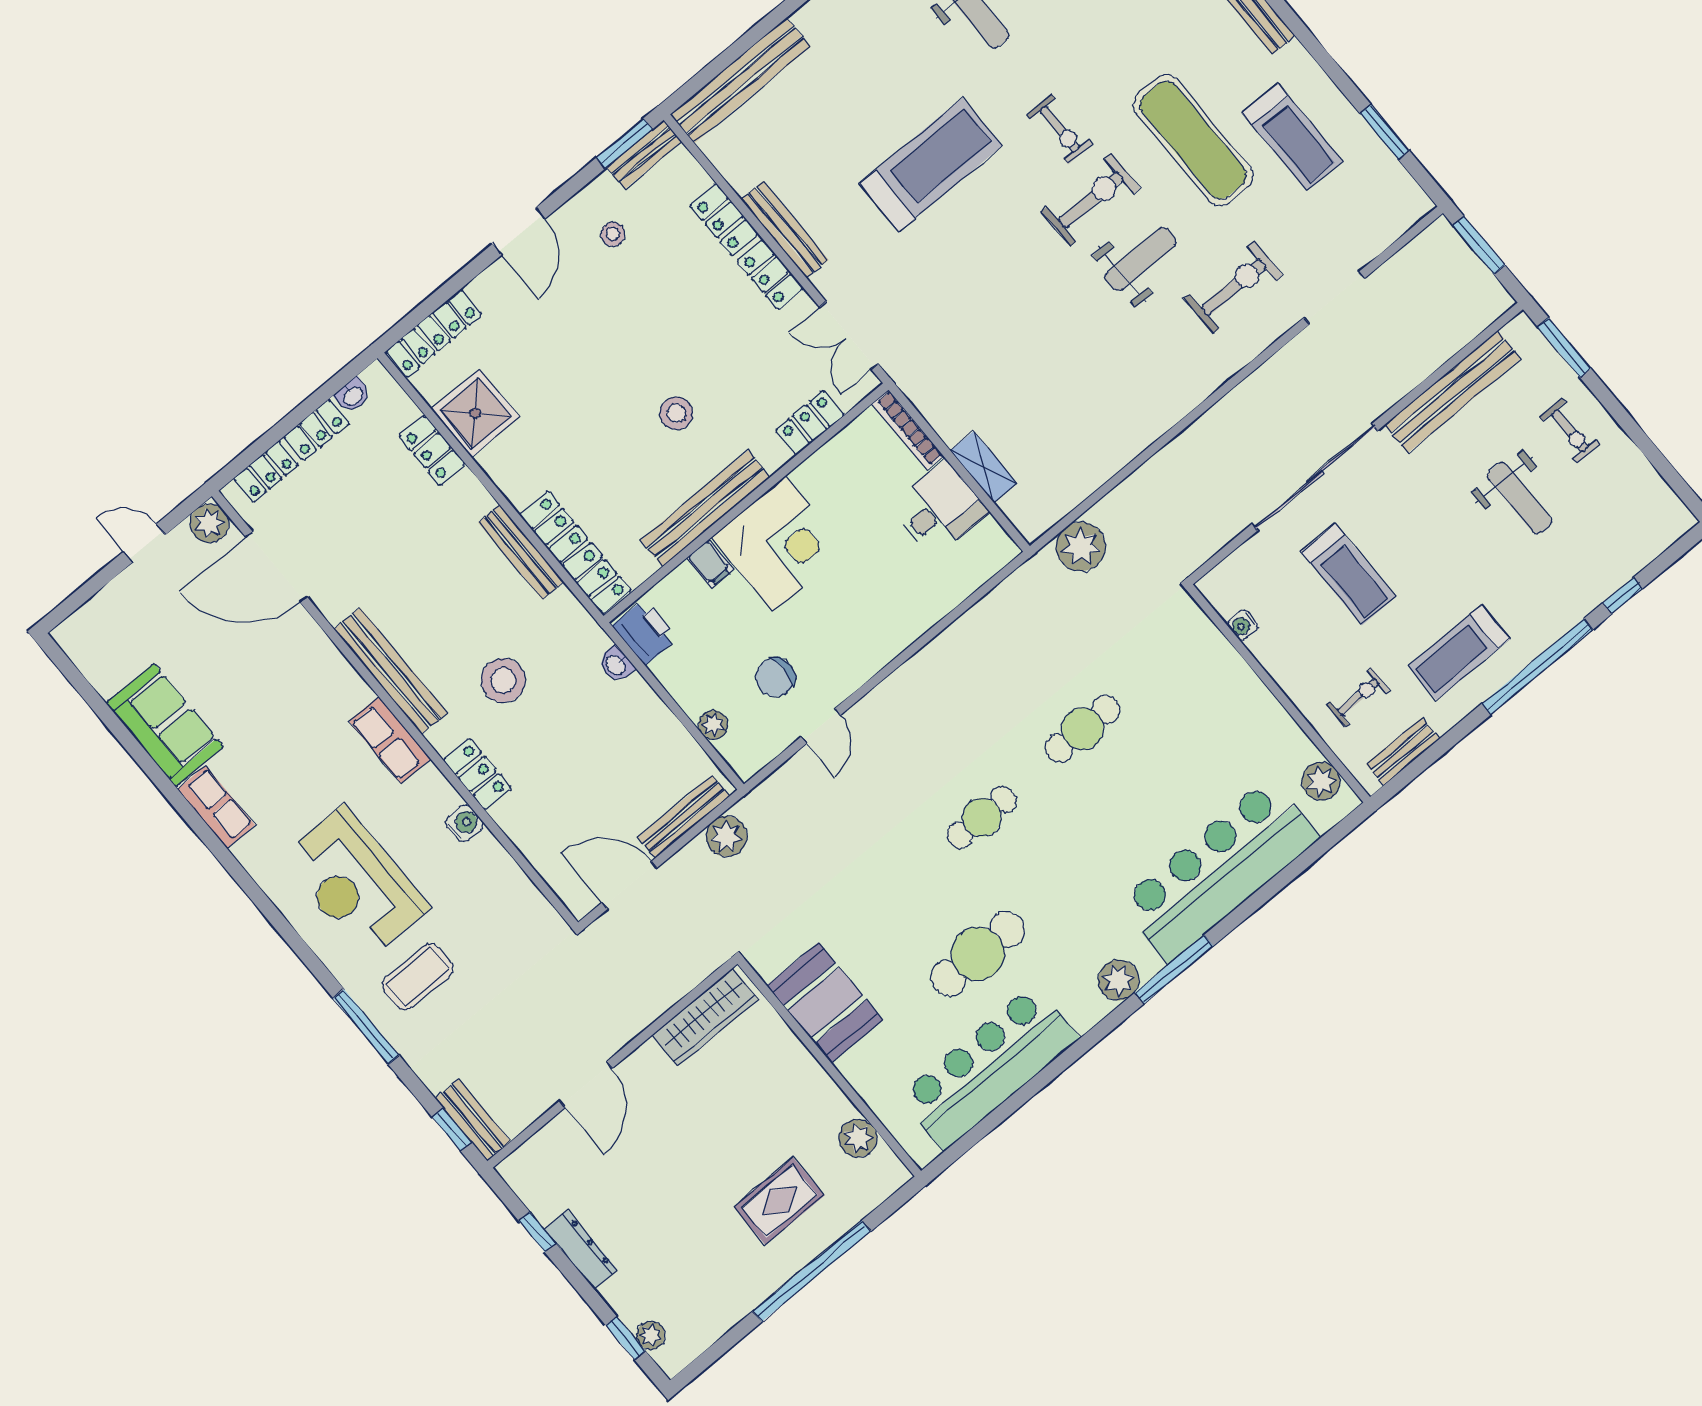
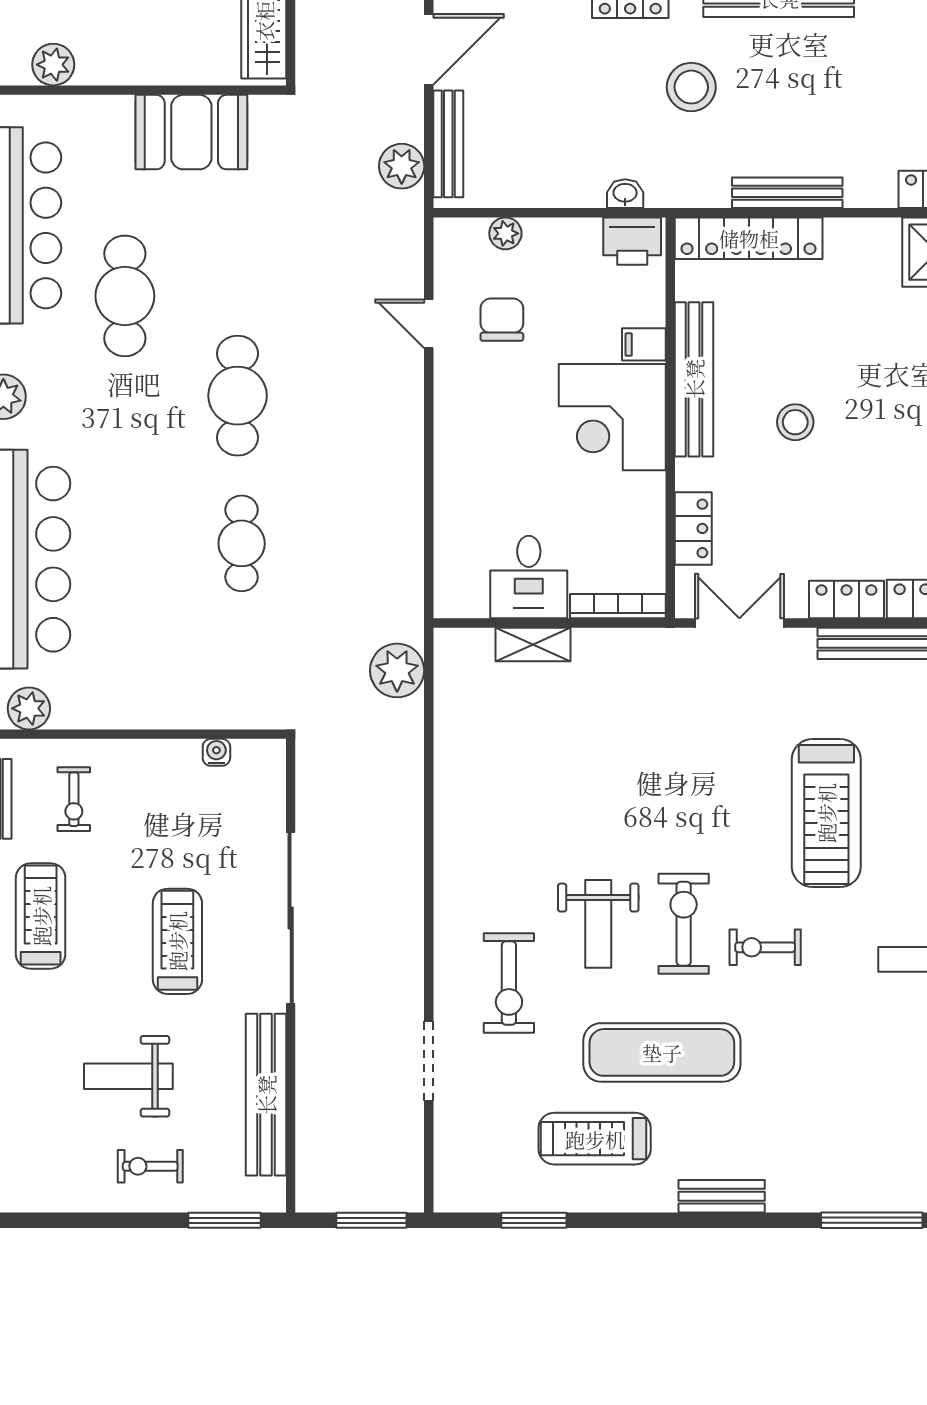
exercise bike: (1091, 200) -> (684, 924), turned 180
treadmill: (1348, 574) -> (177, 941), moved, turned 90
cafe table: (982, 817) -> (238, 396), width x1.37, depth x1.35

